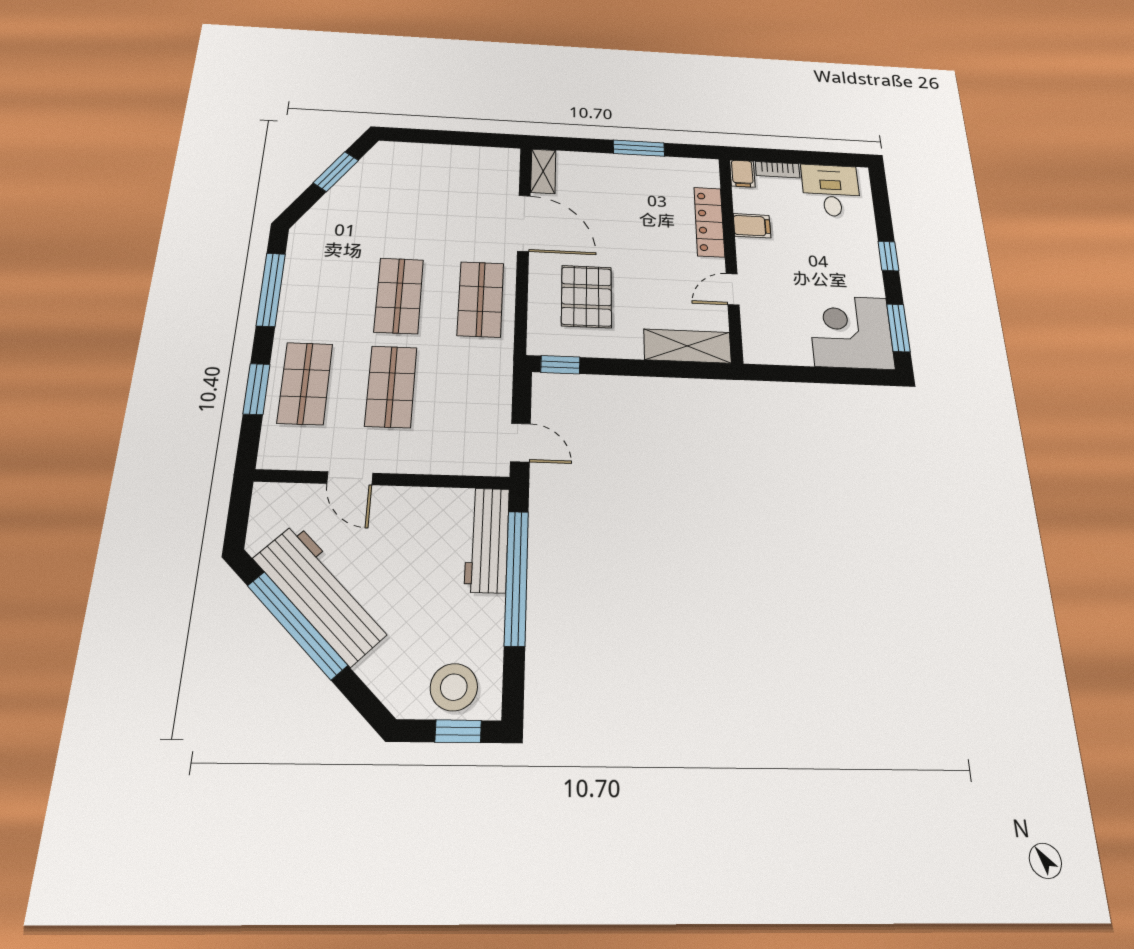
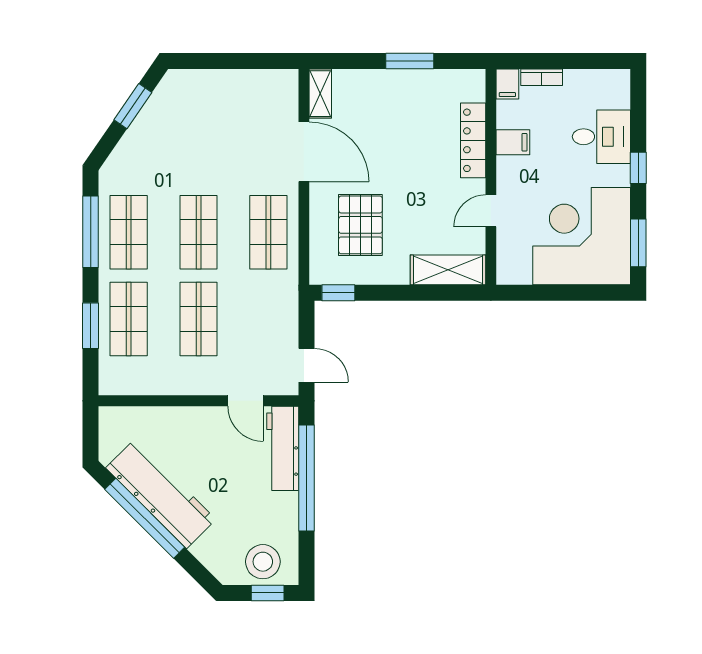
desk: (831, 190) -> (601, 137), moved, turned 90
shop shelf: (316, 292) -> (129, 232), added
corner desk: (851, 332) -> (582, 236), width x1.36, depth x1.36
door: (350, 478) -> (245, 401), moved

